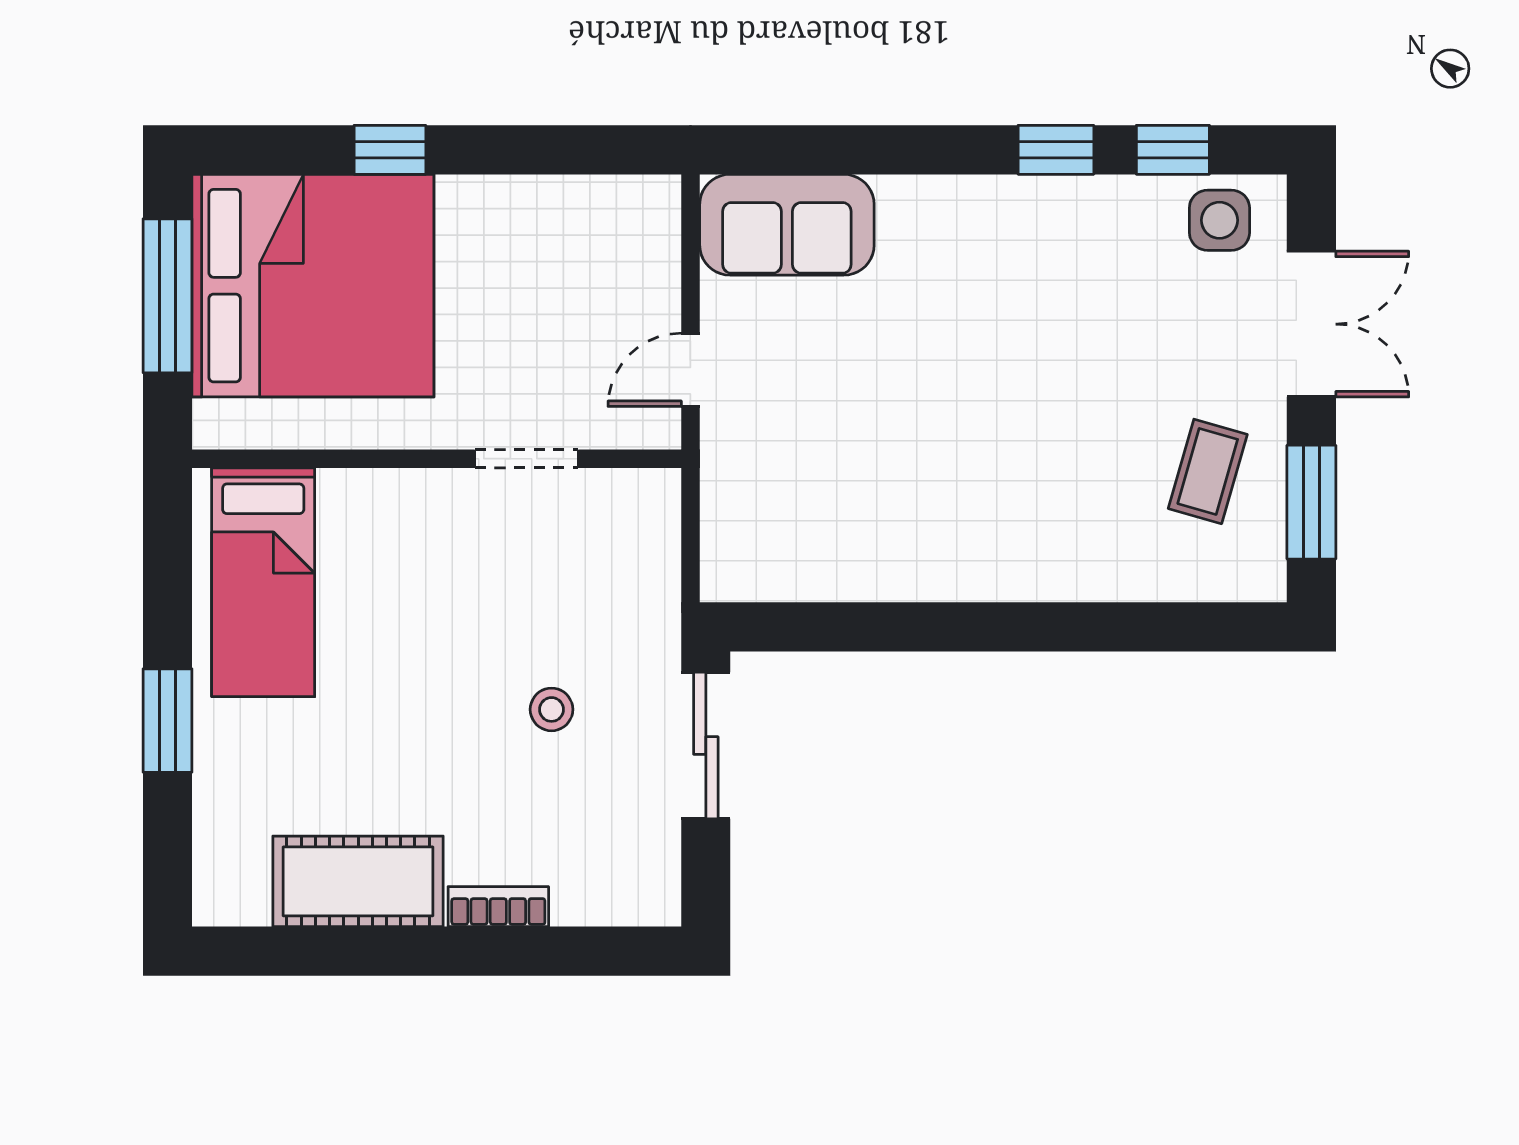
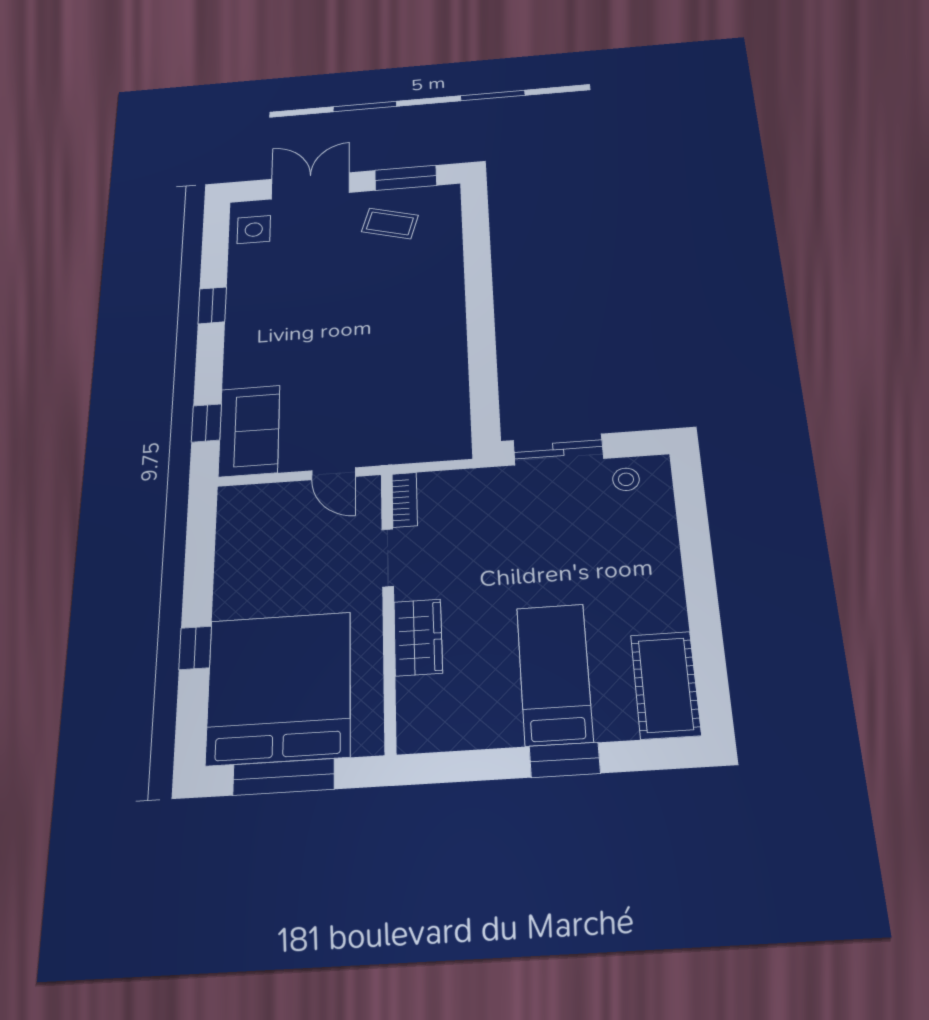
window: (1173, 150) -> (206, 423), moved
wardrobe: (383, 505) -> (418, 637), added
bed: (263, 582) -> (554, 674), moved, turned -90
stool: (552, 709) -> (626, 479), moved
cot: (358, 881) -> (666, 685), moved
bookcase: (498, 907) -> (405, 500), moved, turned 180

